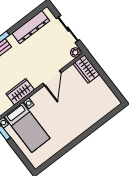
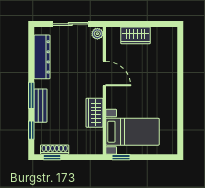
wardrobe: (86, 69) -> (136, 35), moved

